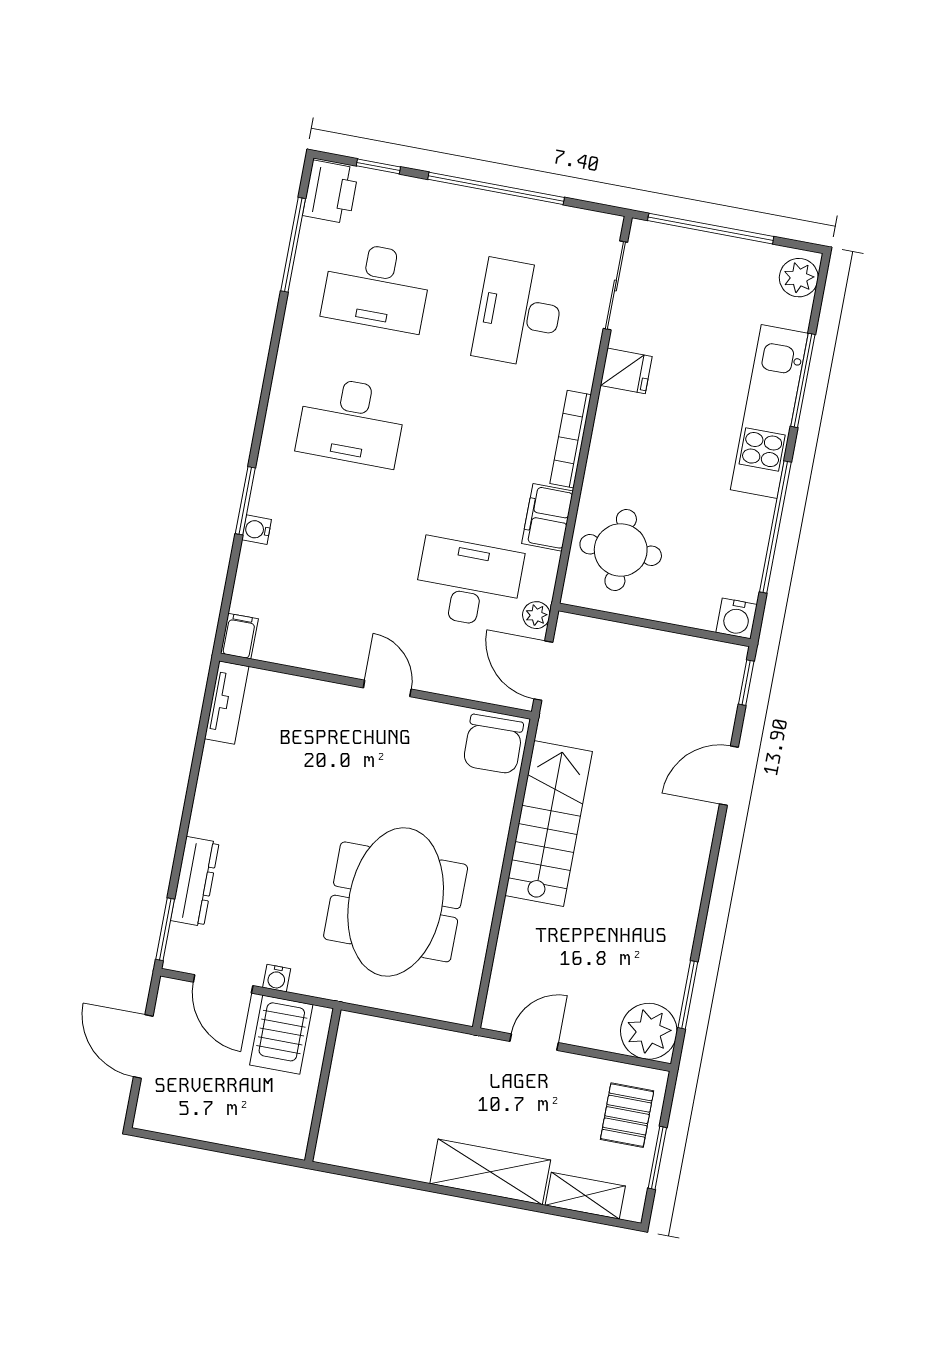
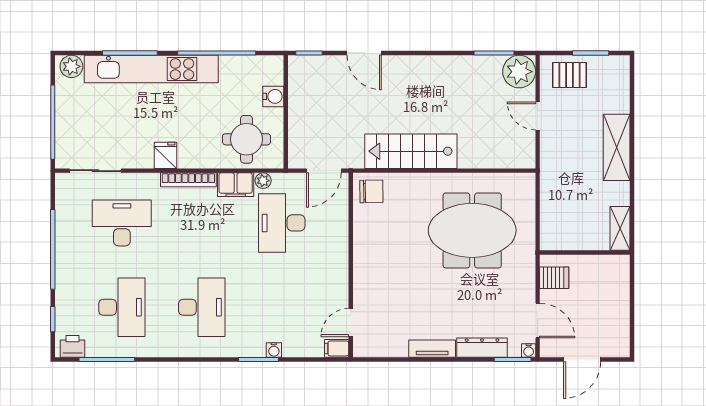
printer: (331, 192) -> (73, 346), width x0.73, depth x0.81
desk: (519, 313) -> (122, 223), turned 180
fridge: (626, 371) -> (166, 155), moved
kitchen unit: (769, 411) -> (151, 69), width x1.36
plant: (536, 615) -> (263, 181), moved
water cooler: (737, 618) -> (273, 96), moved
door: (387, 688) -> (351, 323), moved
tv unit: (227, 703) -> (432, 349), moved
chair: (493, 744) -> (371, 191), width x0.73, depth x0.73
water cooler: (277, 978) -> (529, 351), moved, turned 90
door: (223, 984) -> (538, 321), hinge flipped
server rack: (281, 1035) -> (554, 278), width x0.73, depth x0.70
door: (534, 1042) -> (538, 116), moved
shelving: (585, 1196) -> (620, 228), moved

